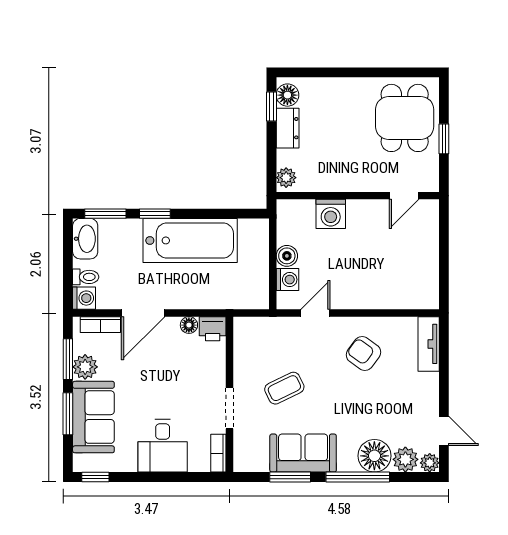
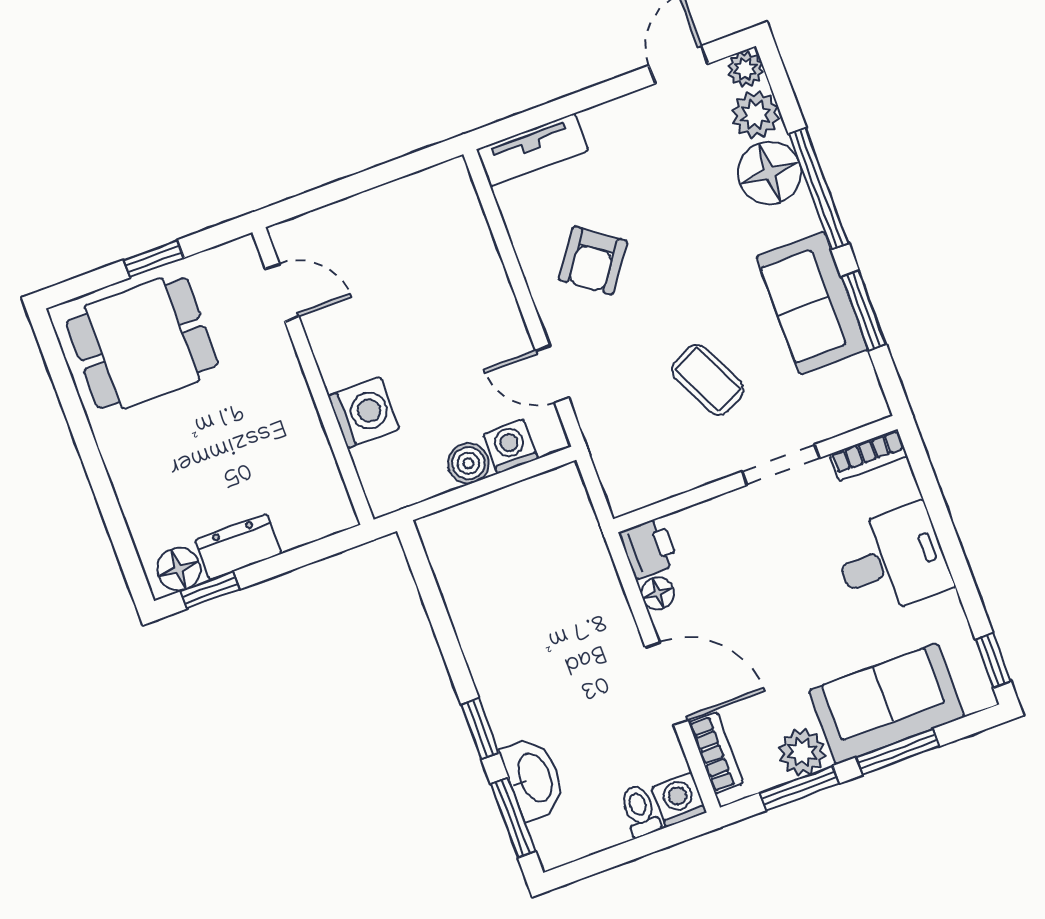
plant: (286, 178) -> (328, 516), removed
washbasin: (85, 239) -> (534, 778), moved, turned 90
bathtub: (190, 240) -> (505, 647), removed

